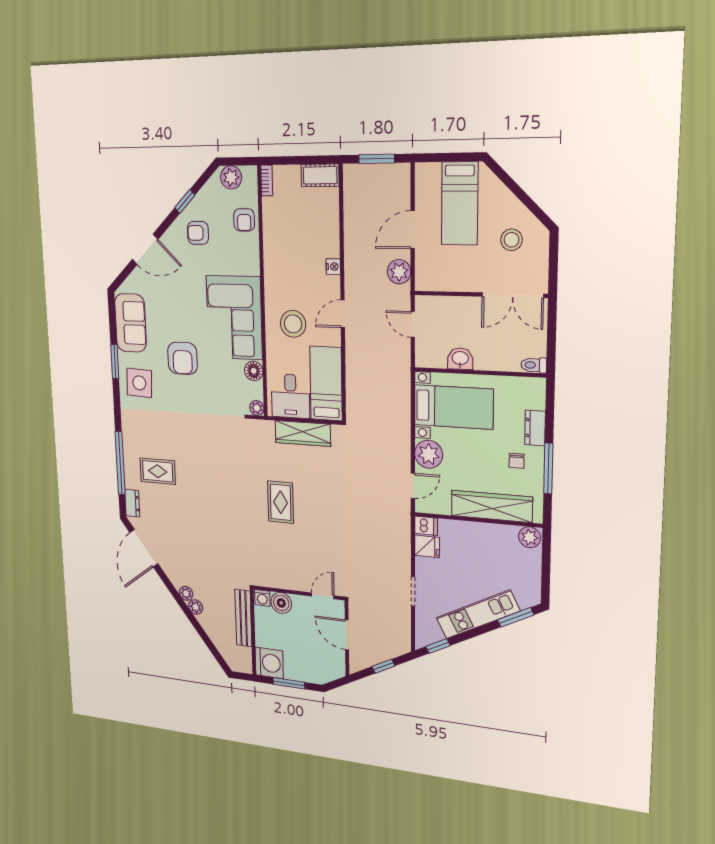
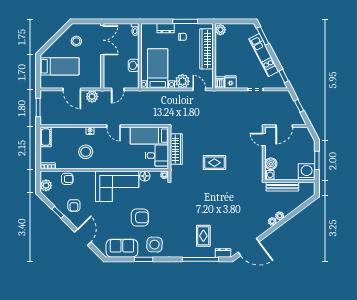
stool: (293, 324) -> (86, 152), moved

